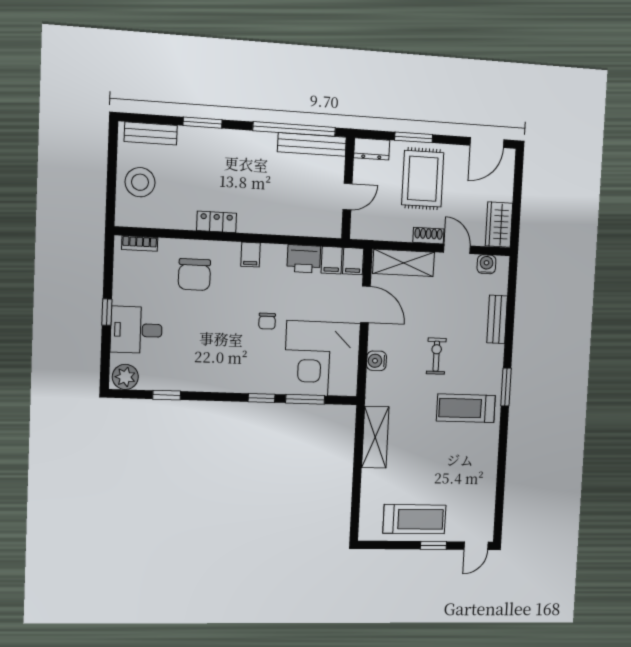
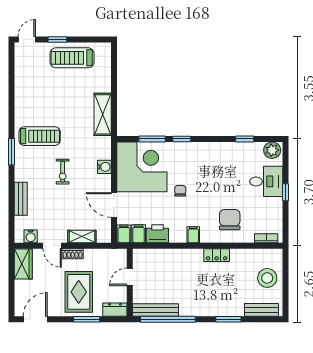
shelving: (404, 263) -> (82, 236), width x0.67, depth x0.75

